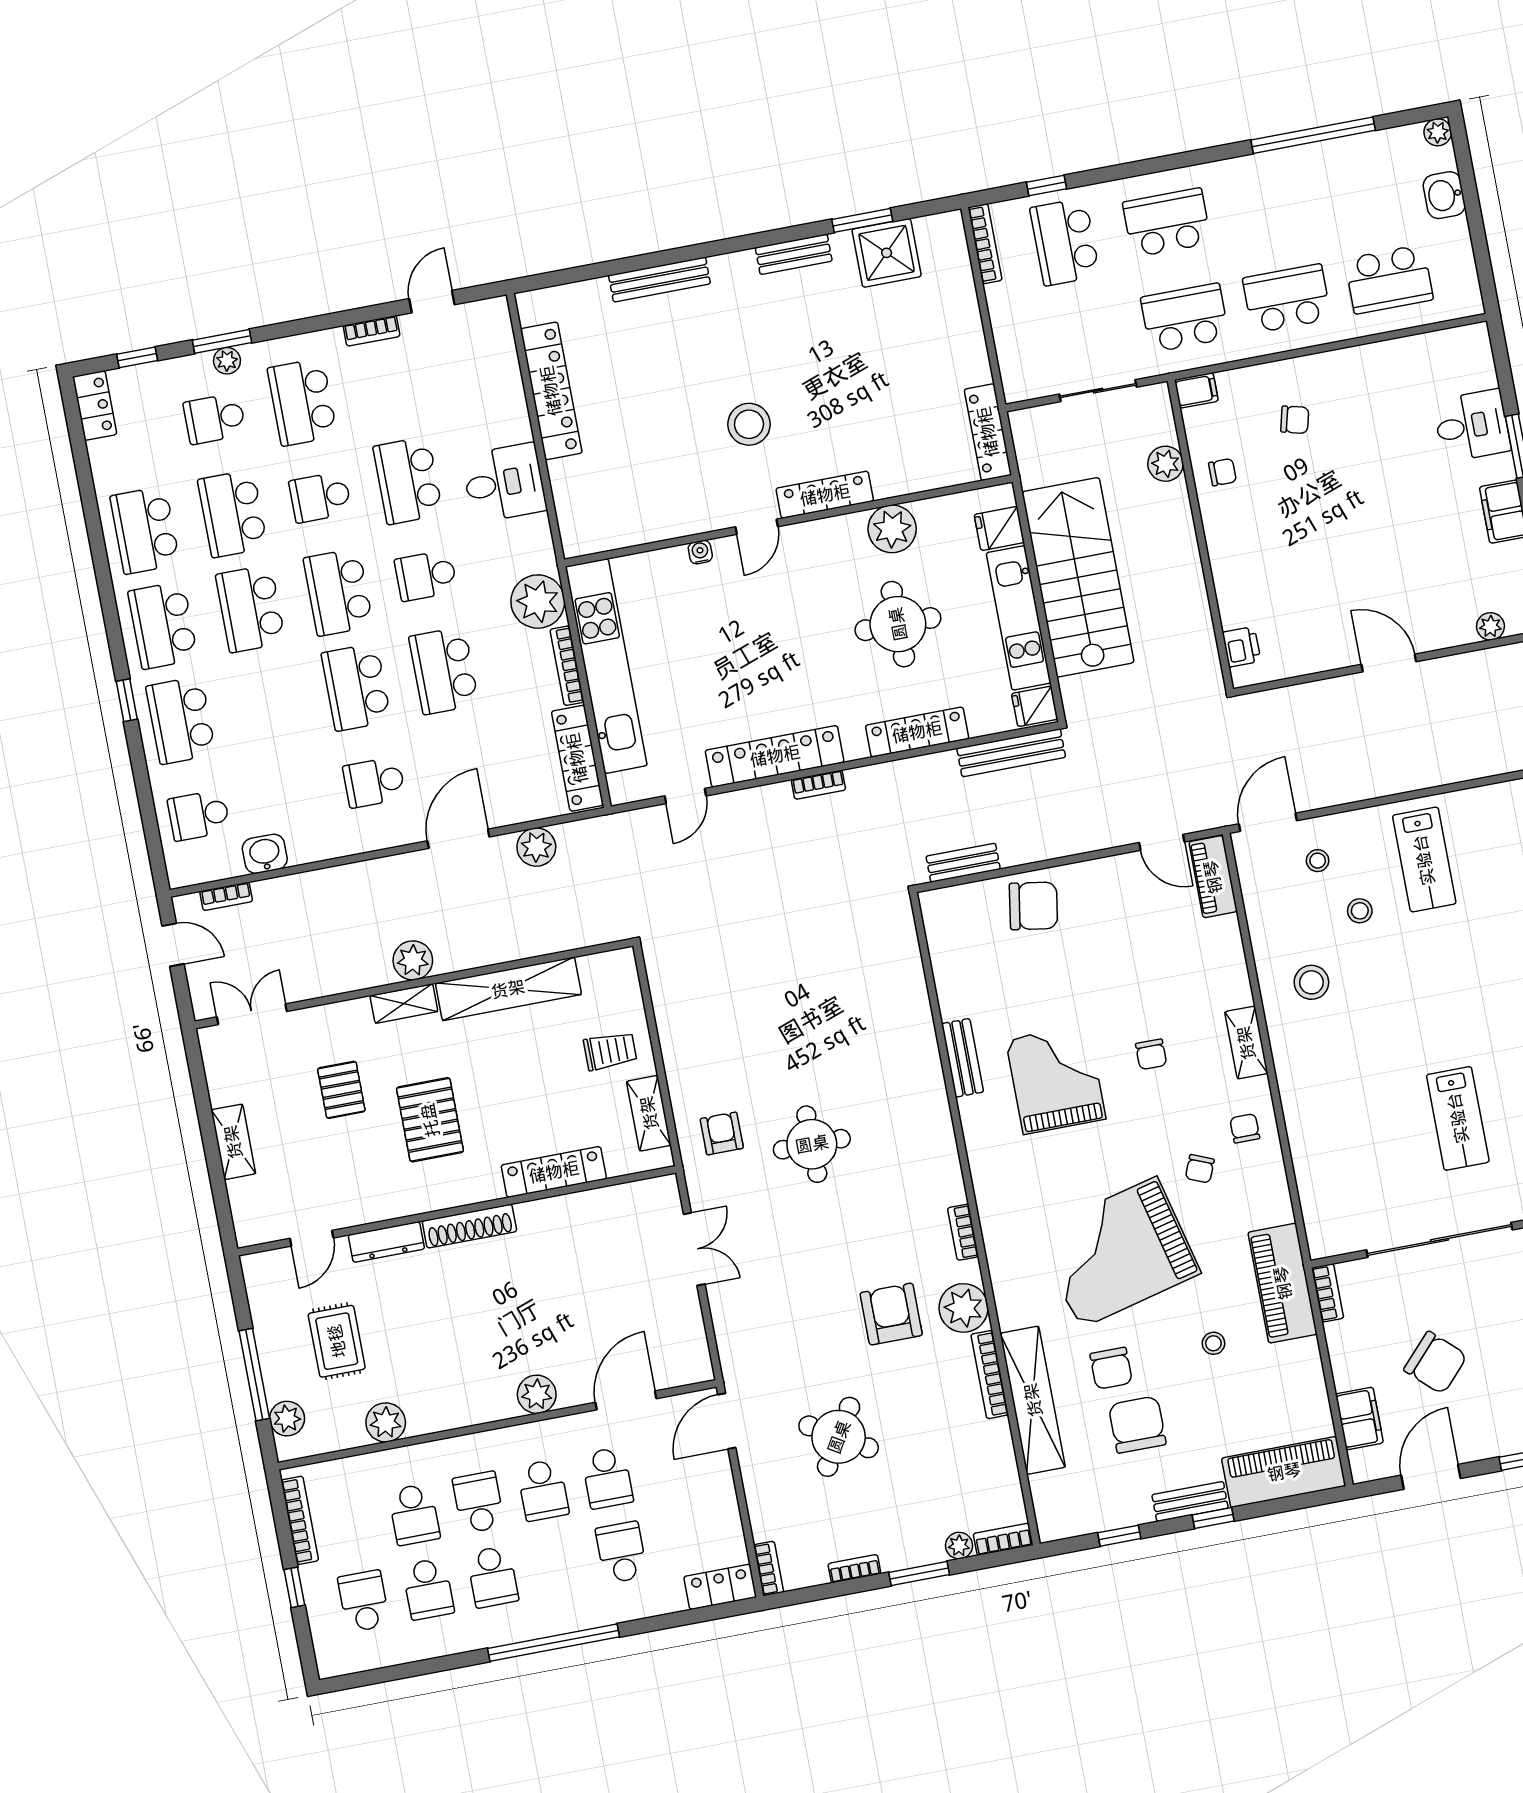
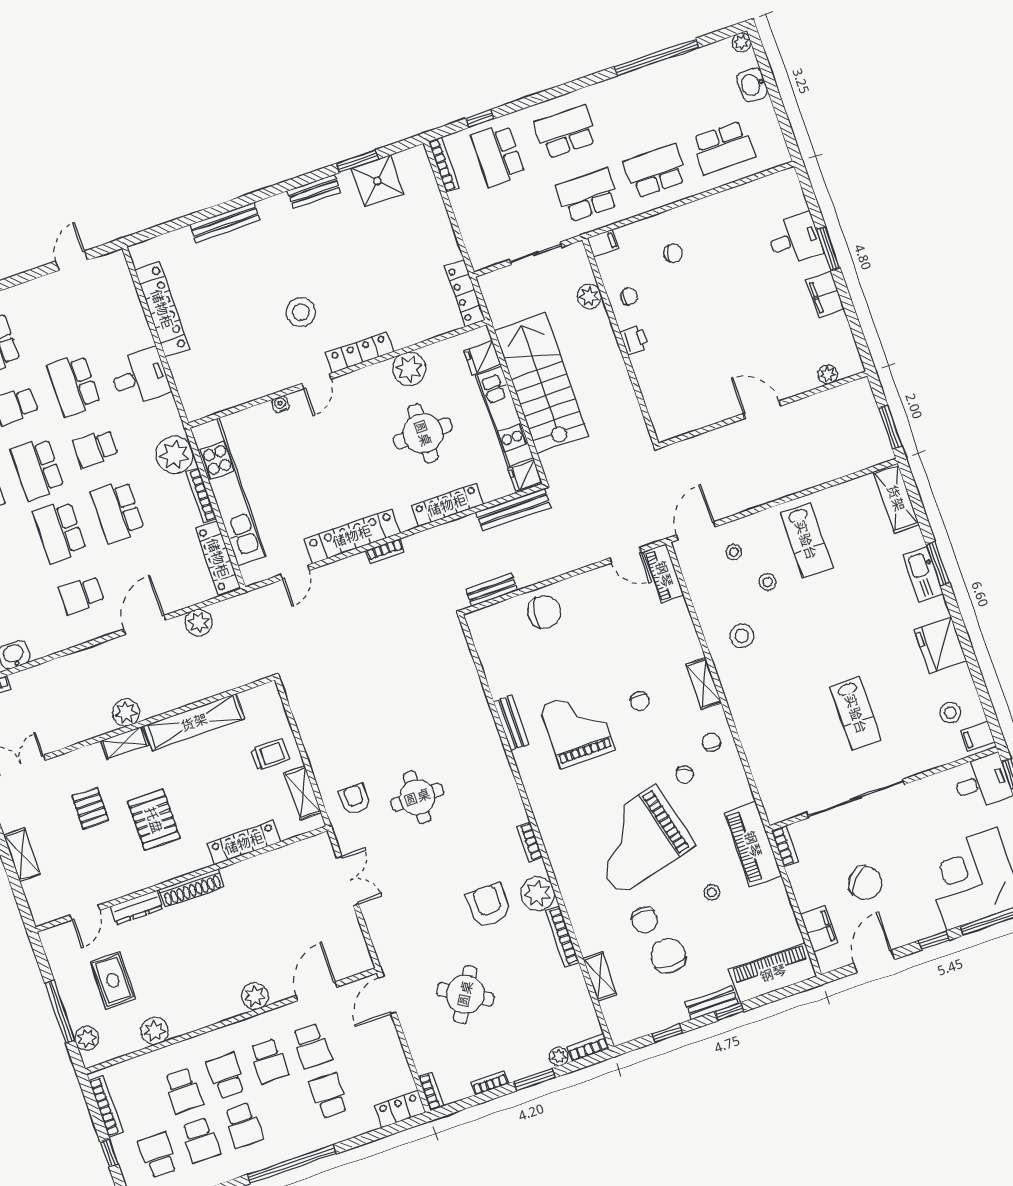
bookcase: (372, 331) -> (34, 287), removed
printer: (1242, 647) -> (634, 340), moved
shelving: (1033, 1400) -> (600, 976), width x0.45, depth x0.75

